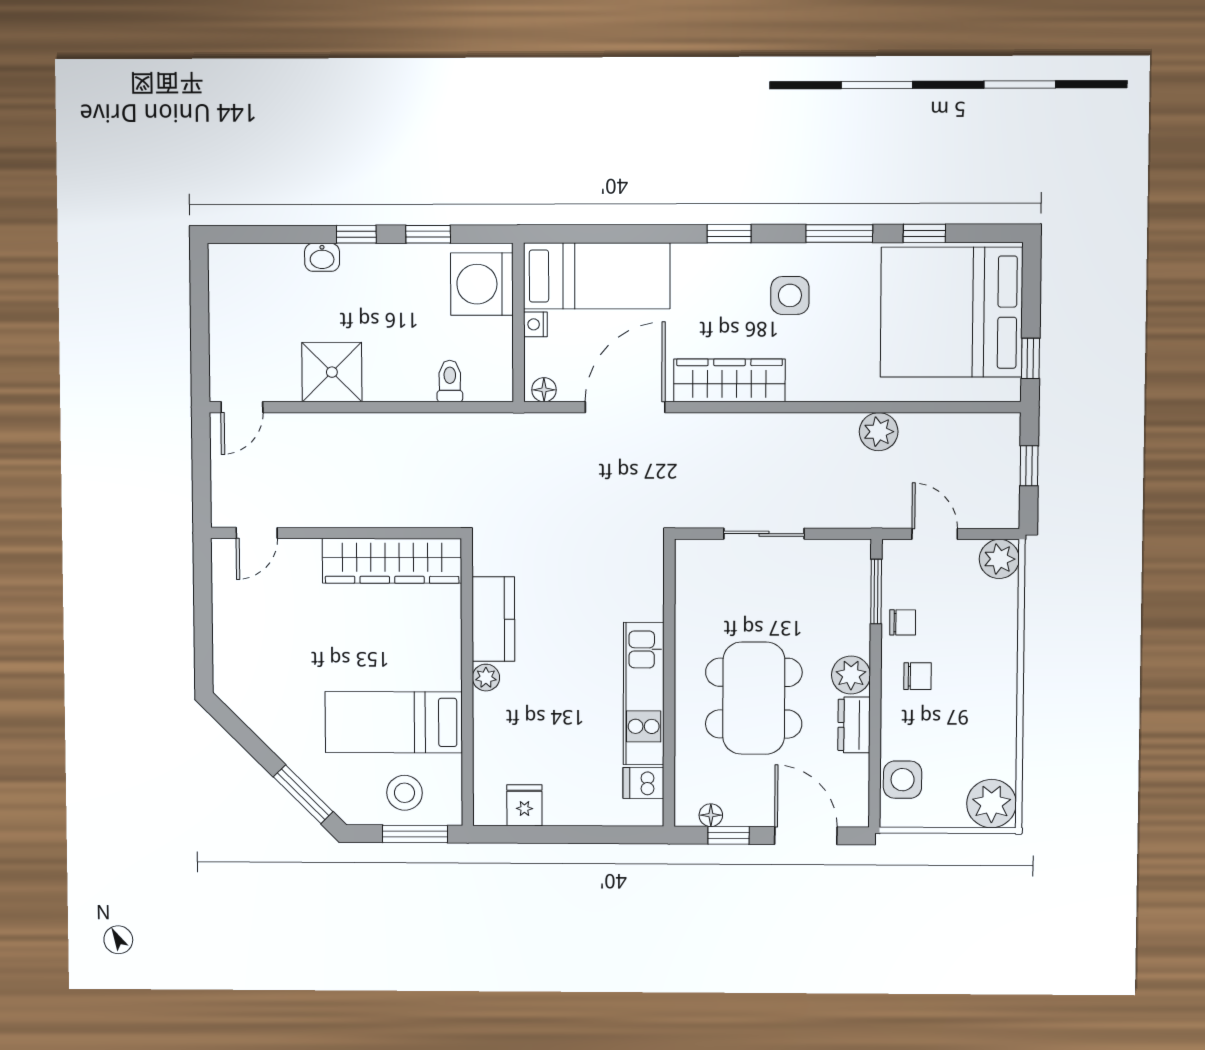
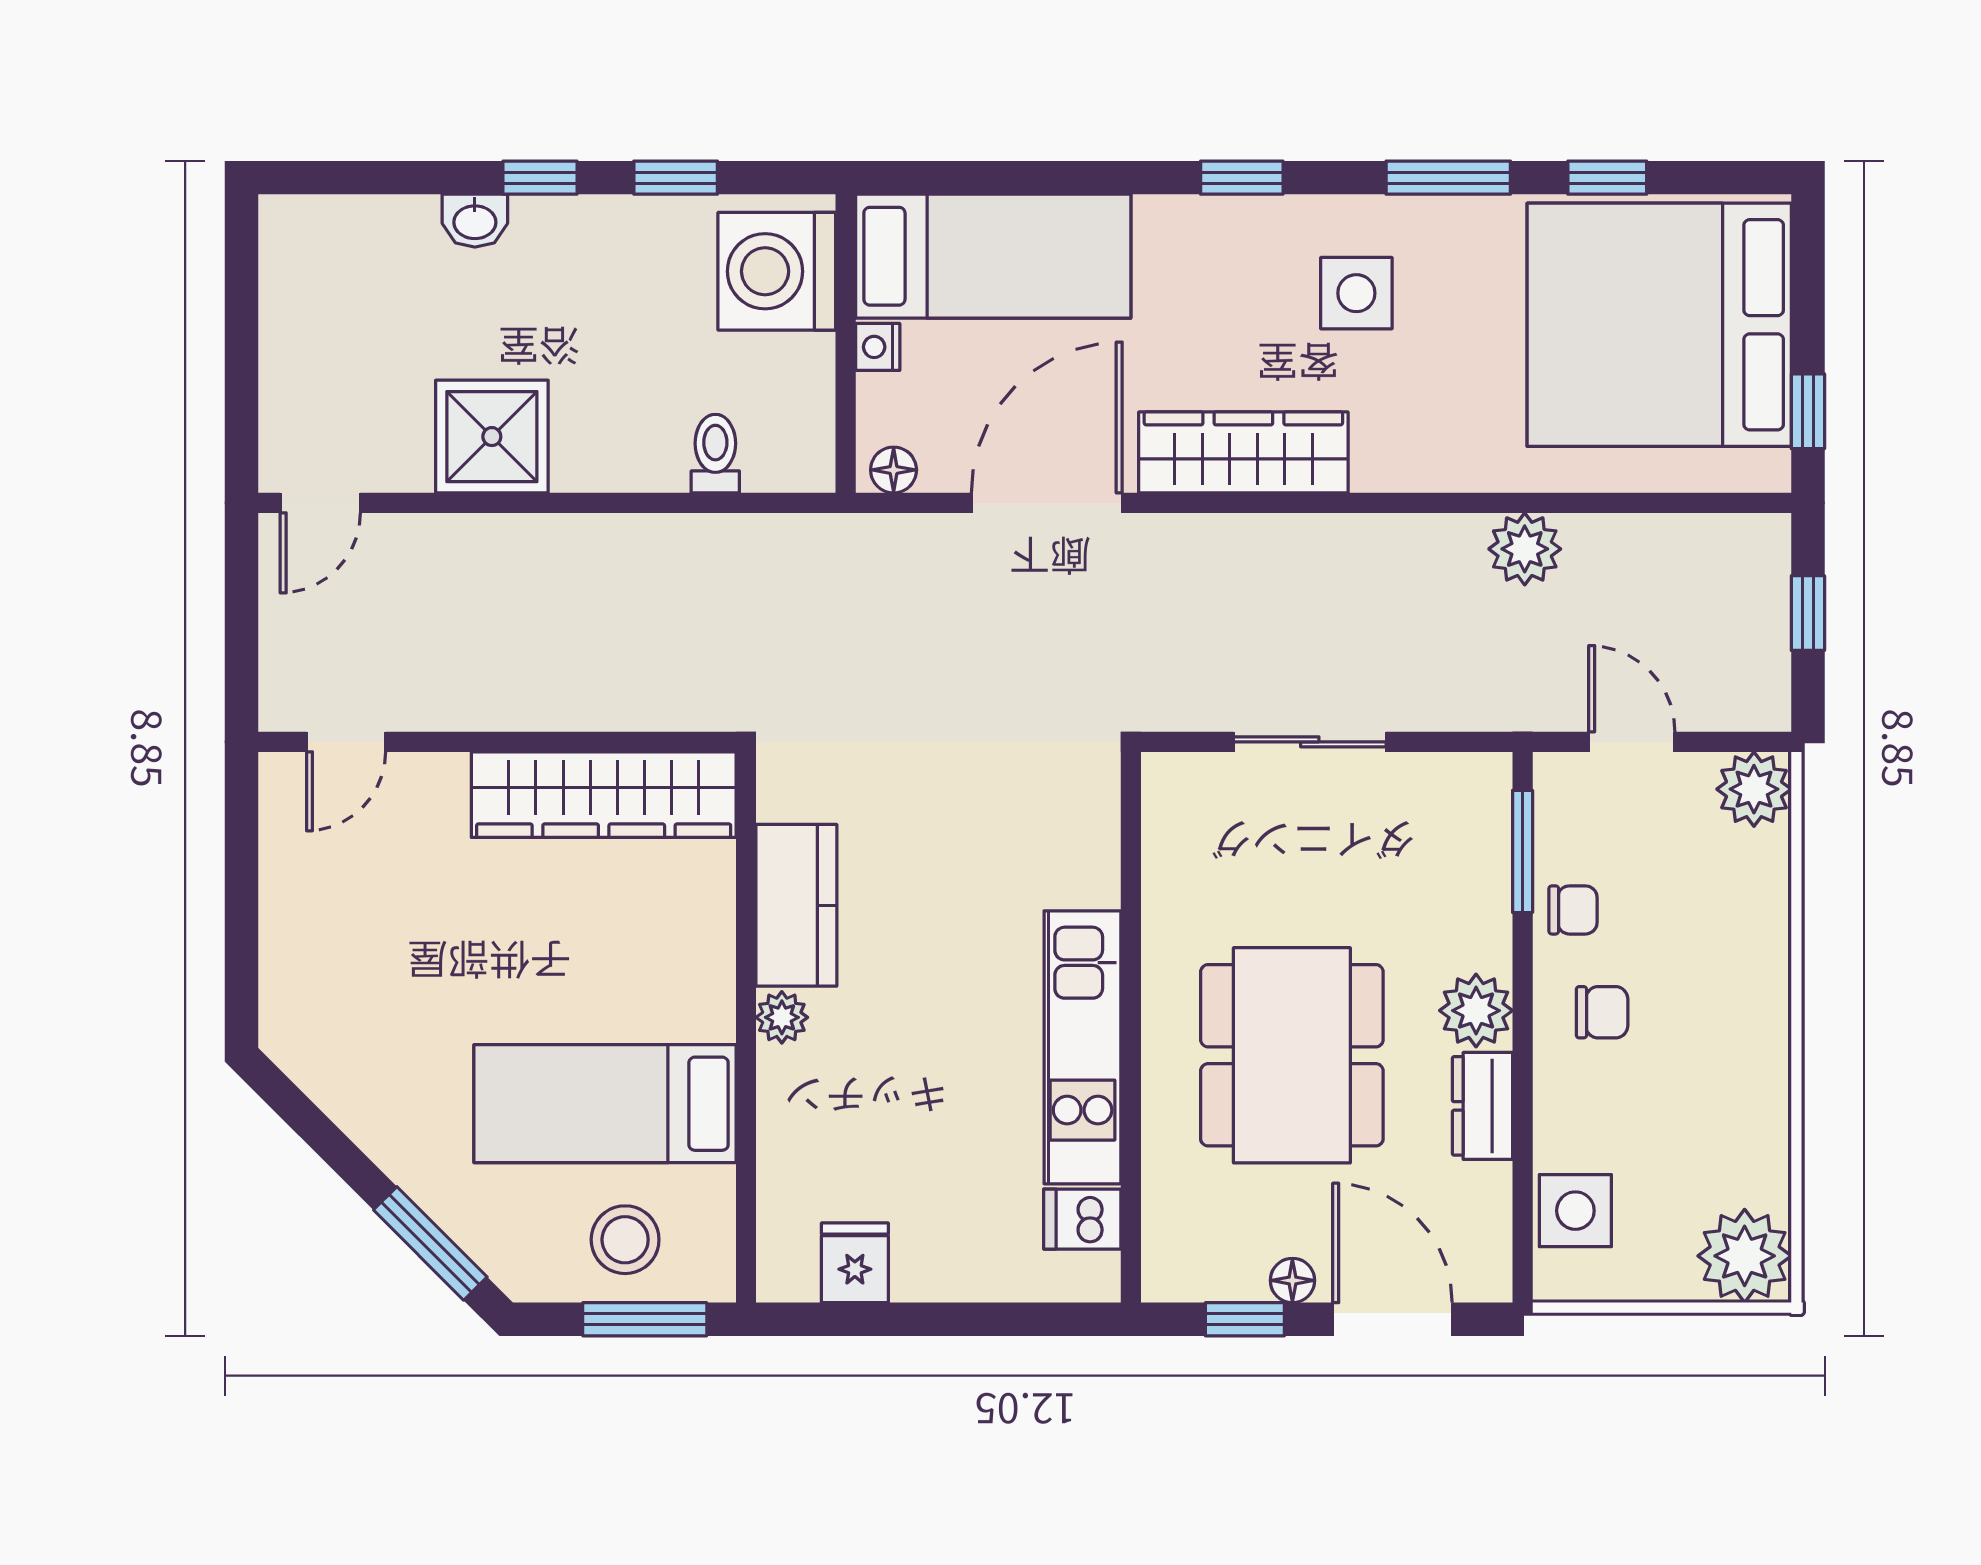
floor lamp: (711, 815) -> (1292, 1280), moved

